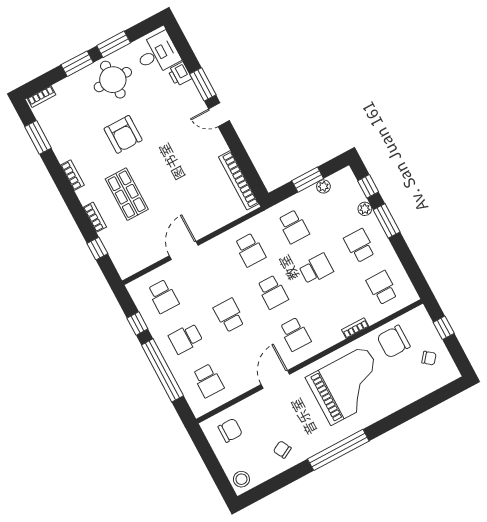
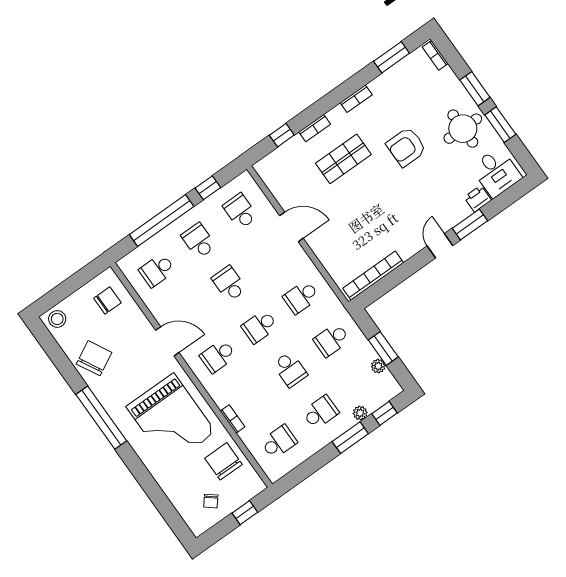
school desk: (163, 296) -> (240, 211), turned 90
school desk: (229, 315) -> (229, 284), turned -90
chair: (230, 430) -> (107, 300), turned -90
chair: (282, 450) -> (94, 358), width x1.87, depth x1.87

